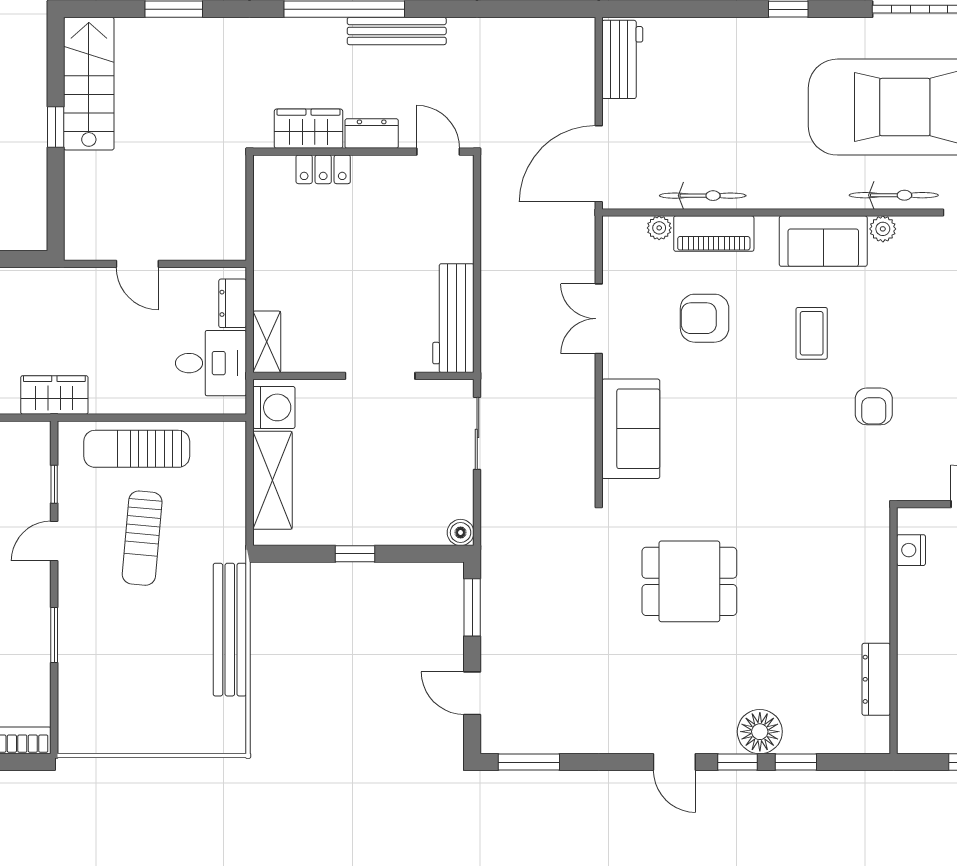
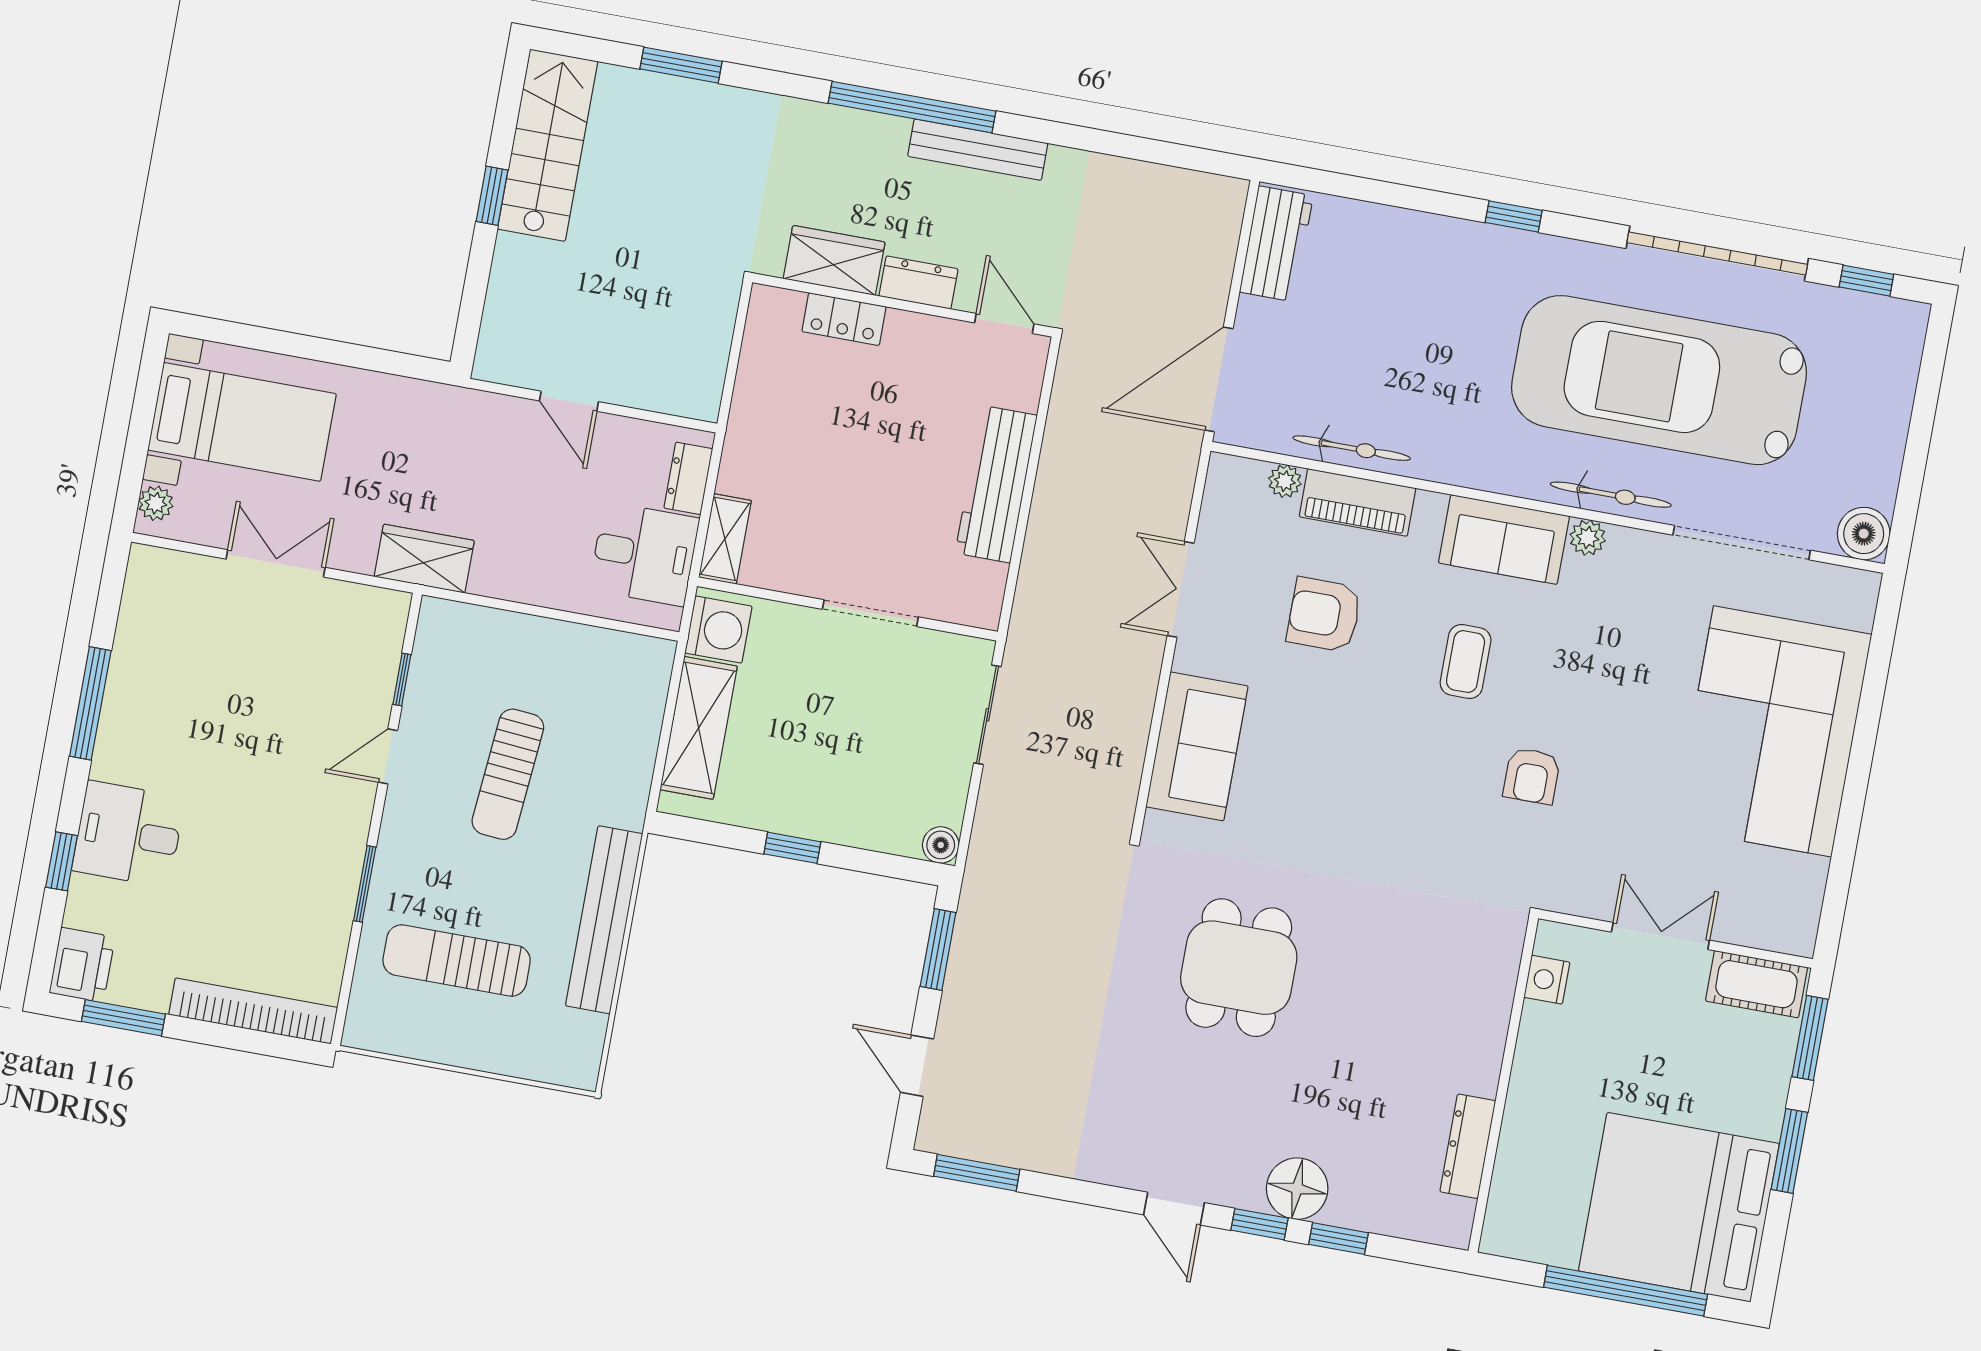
workbench: (453, 318) -> (996, 484), moved
sun lounger: (137, 449) -> (457, 961), moved
dining table: (689, 581) -> (1239, 968), turned 90

